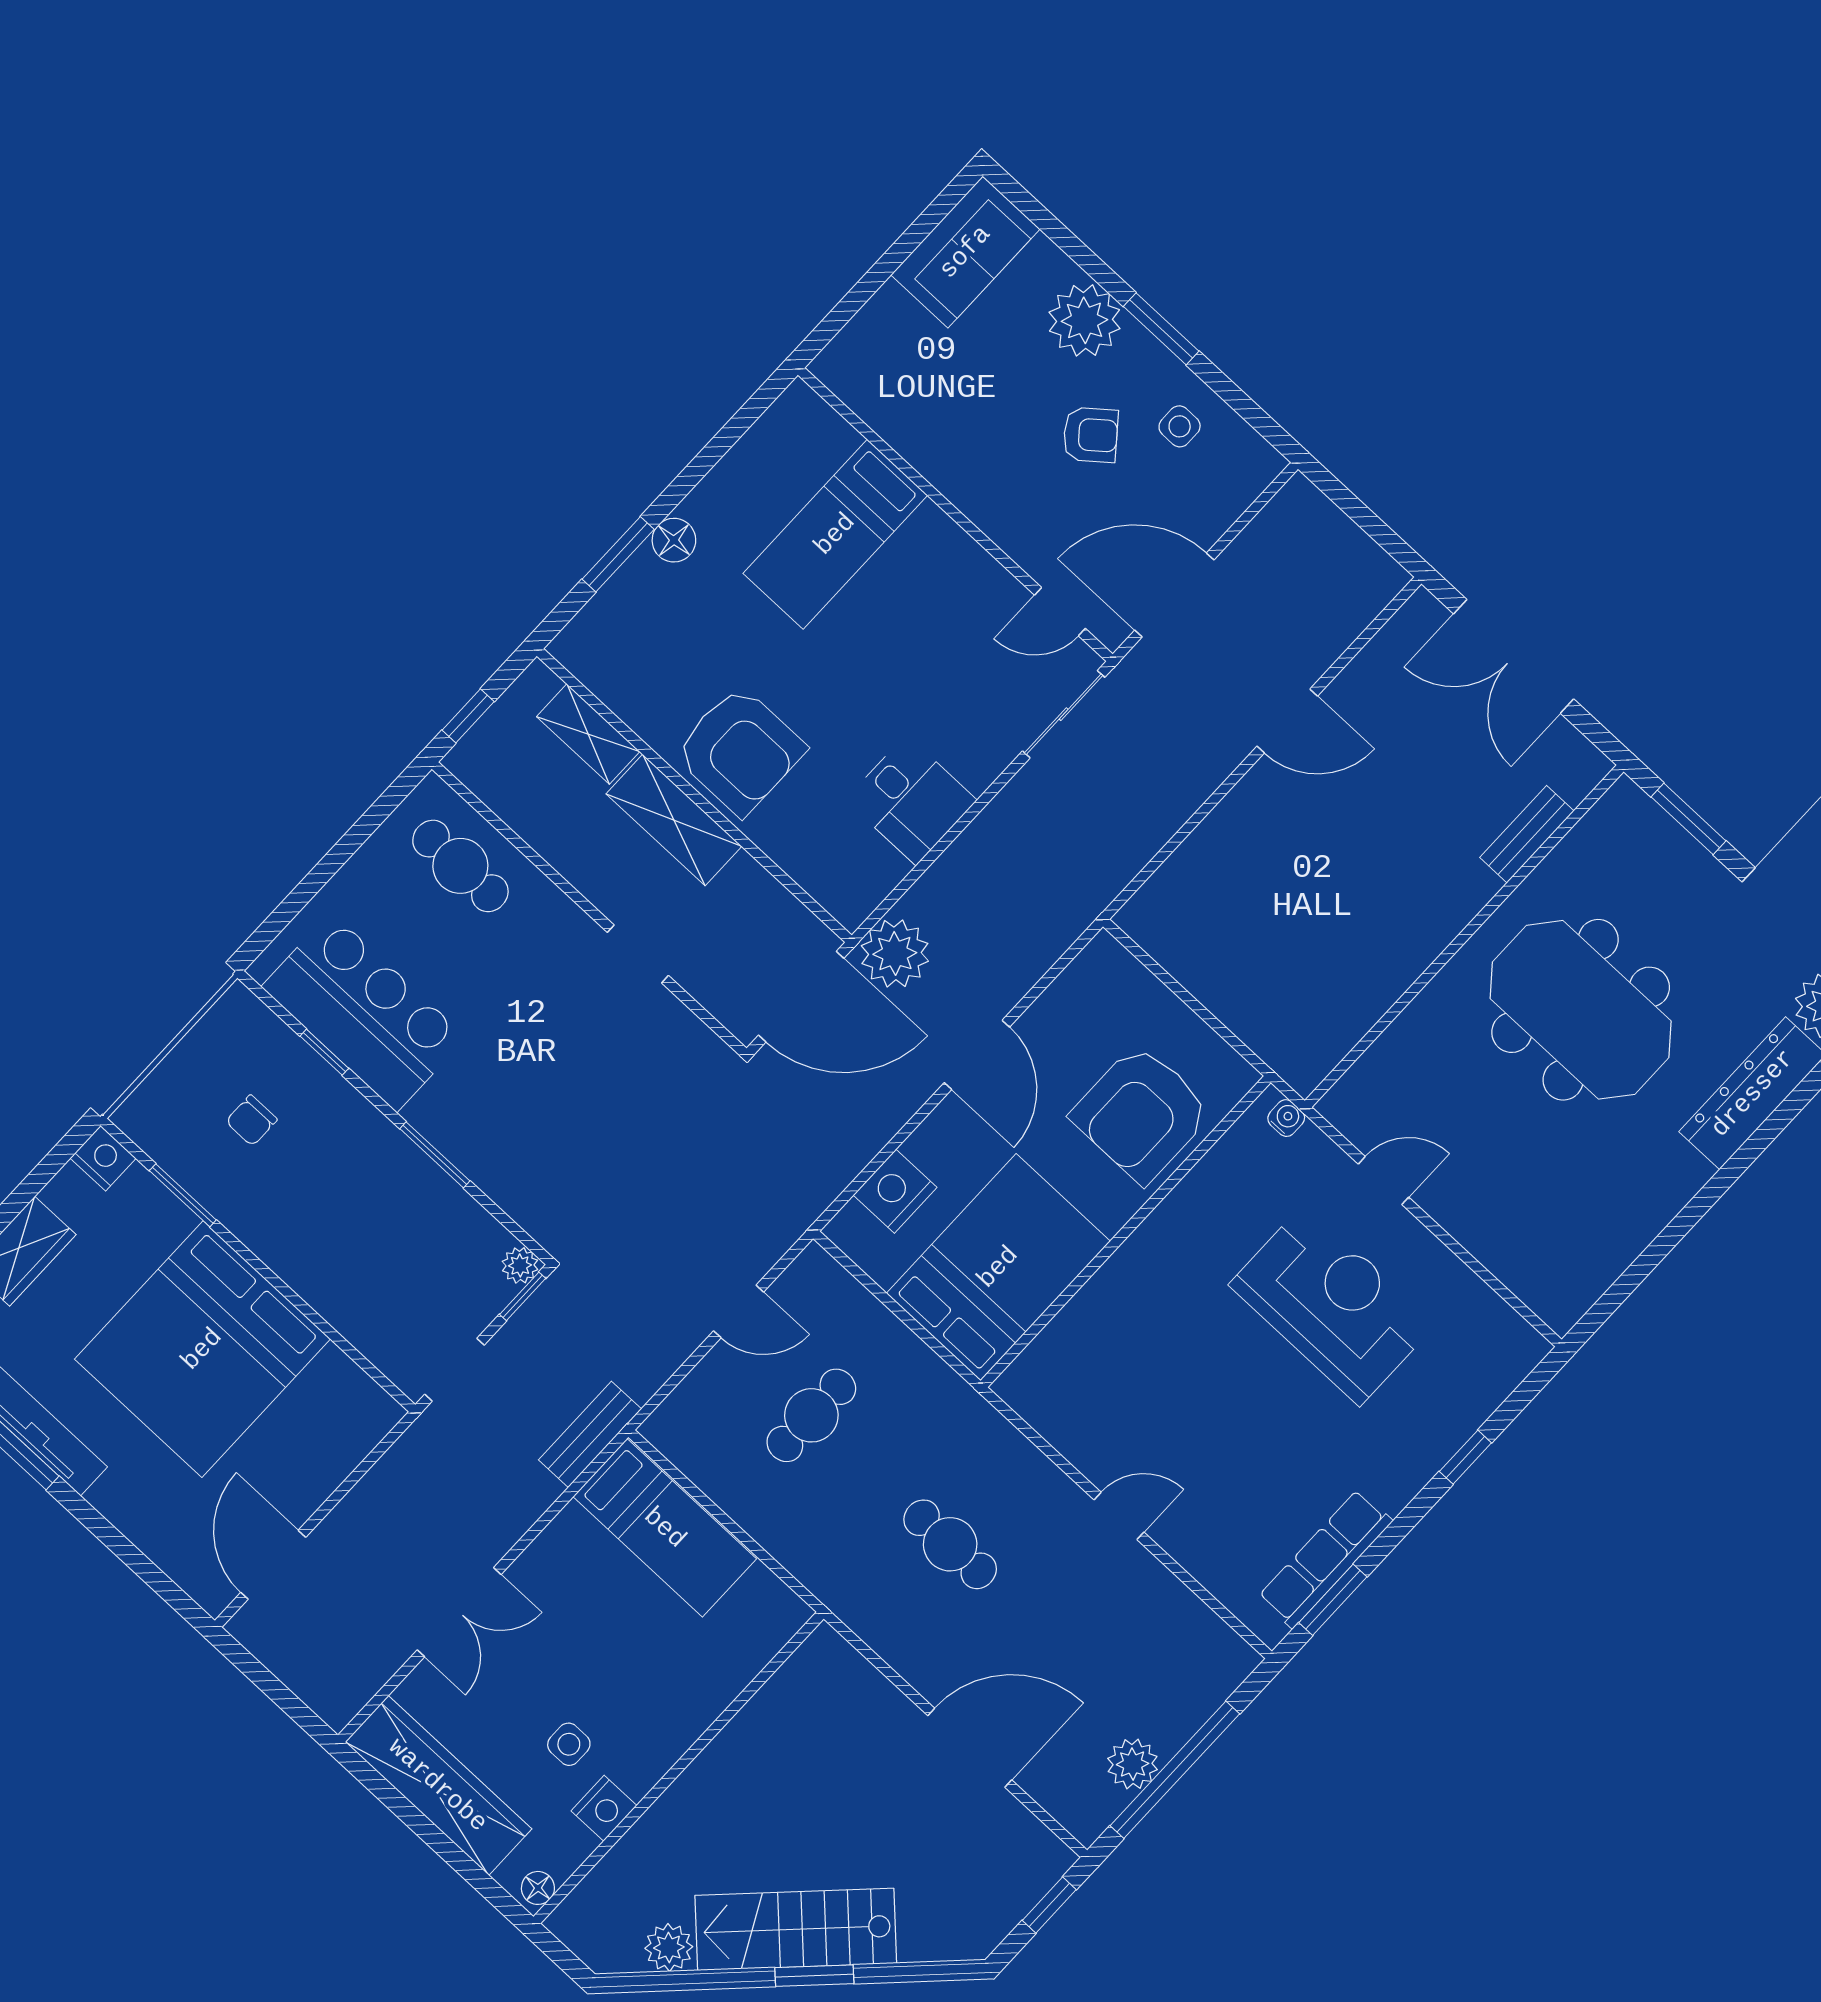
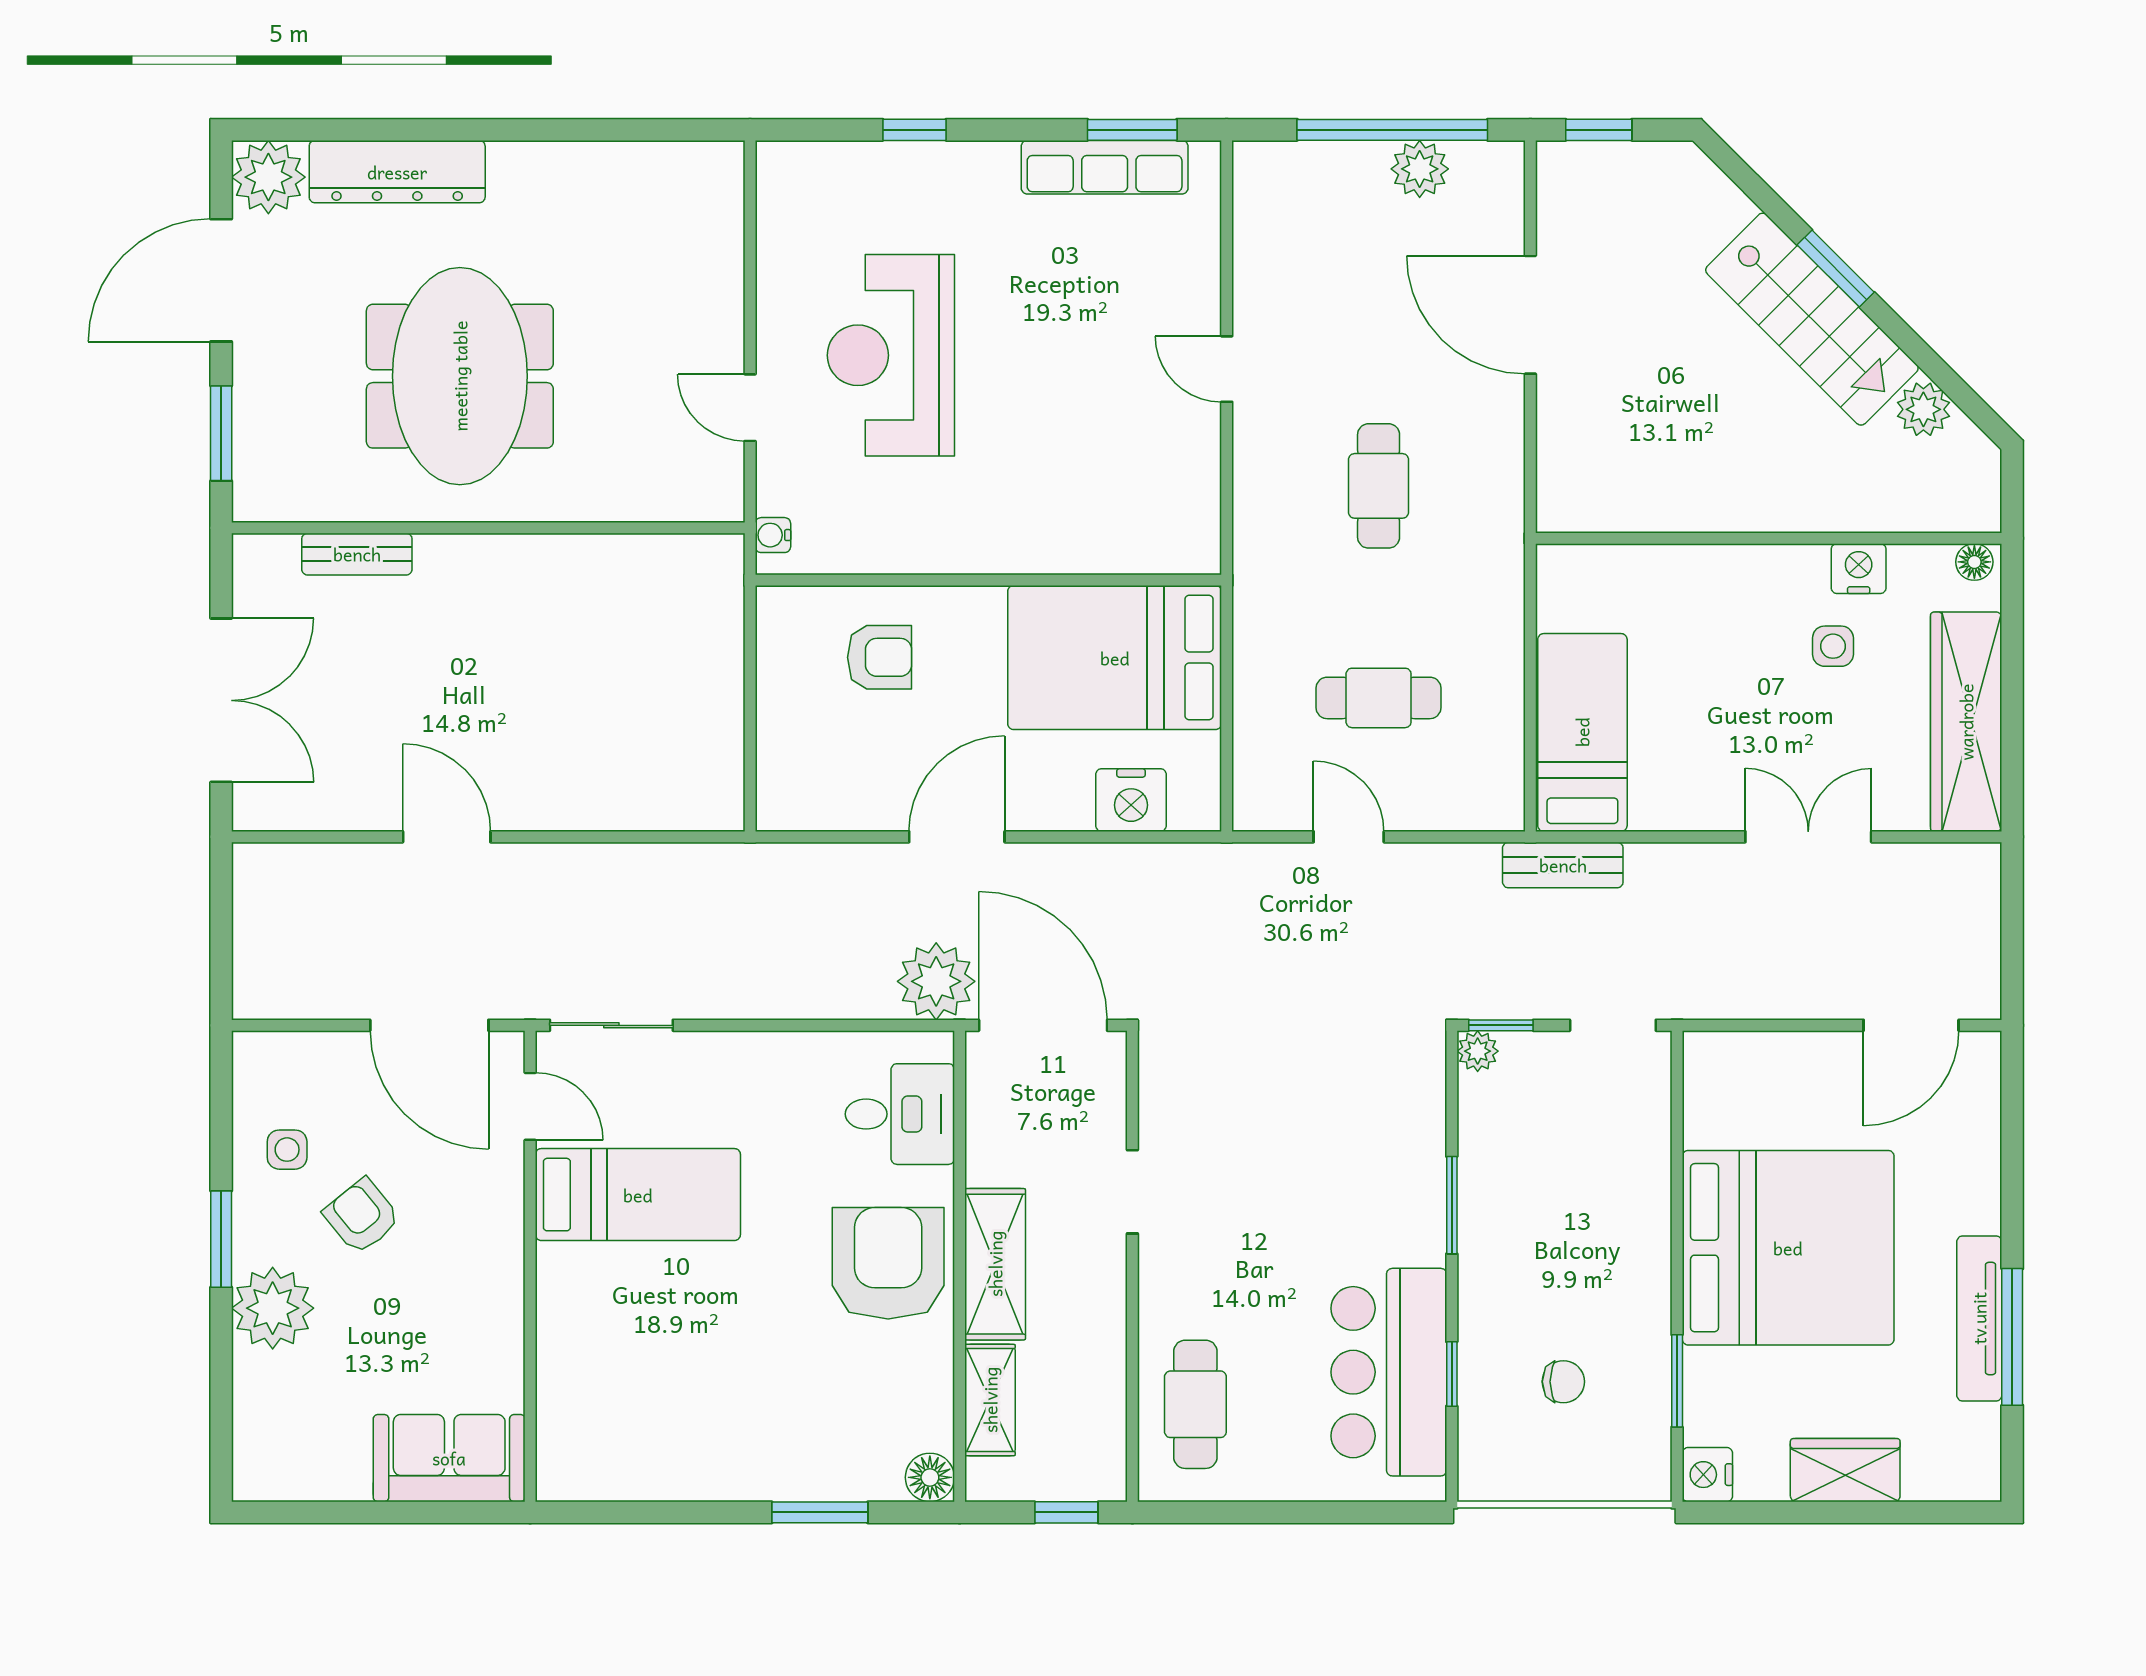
sofa: (965, 252) -> (449, 1458), moved
bed: (835, 534) -> (638, 1195), moved
floor lamp: (674, 540) -> (930, 1477), moved
desk: (911, 800) -> (900, 1114), moved, turned 90
armchair: (1141, 1114) -> (880, 657), width x0.53, depth x0.53

